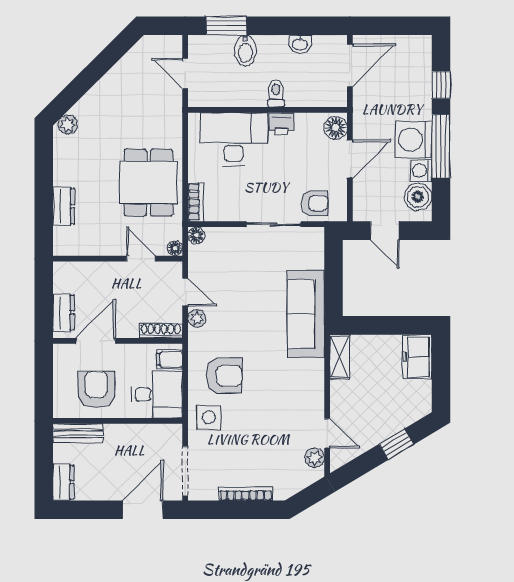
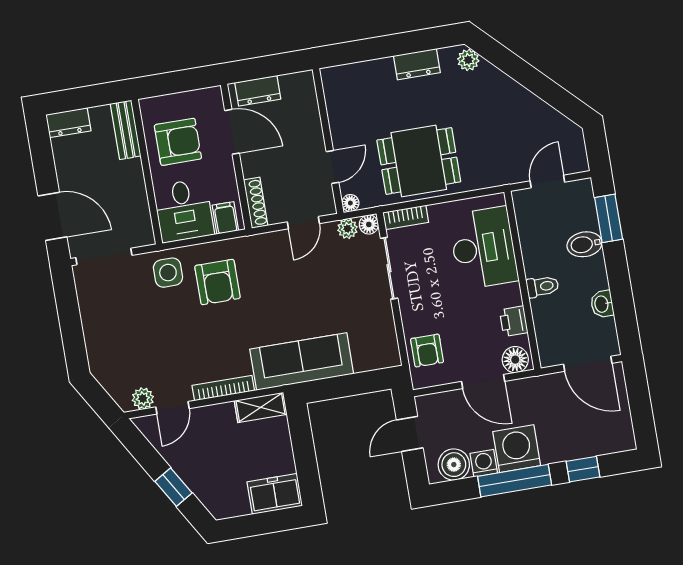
printer: (281, 124) -> (514, 321), moved
dresser: (64, 206) -> (417, 64), moved
sliding door: (274, 224) -> (389, 268), moved
plant: (197, 318) -> (348, 229), moved
bookcase: (246, 494) -> (223, 388), moved, turned -90

